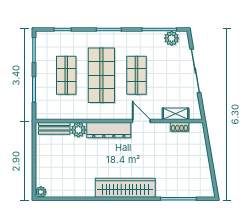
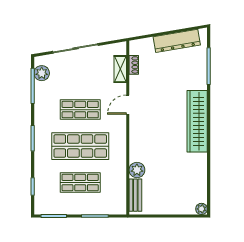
dresser: (109, 130) -> (177, 41), moved, turned 80

